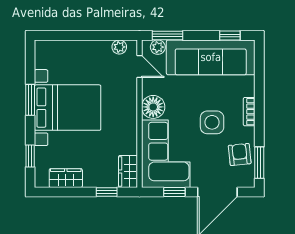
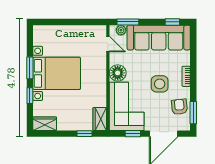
plant: (119, 47) -> (93, 30), removed
window: (30, 156) -> (30, 96), moved
wardrobe: (66, 178) -> (45, 124), moved

